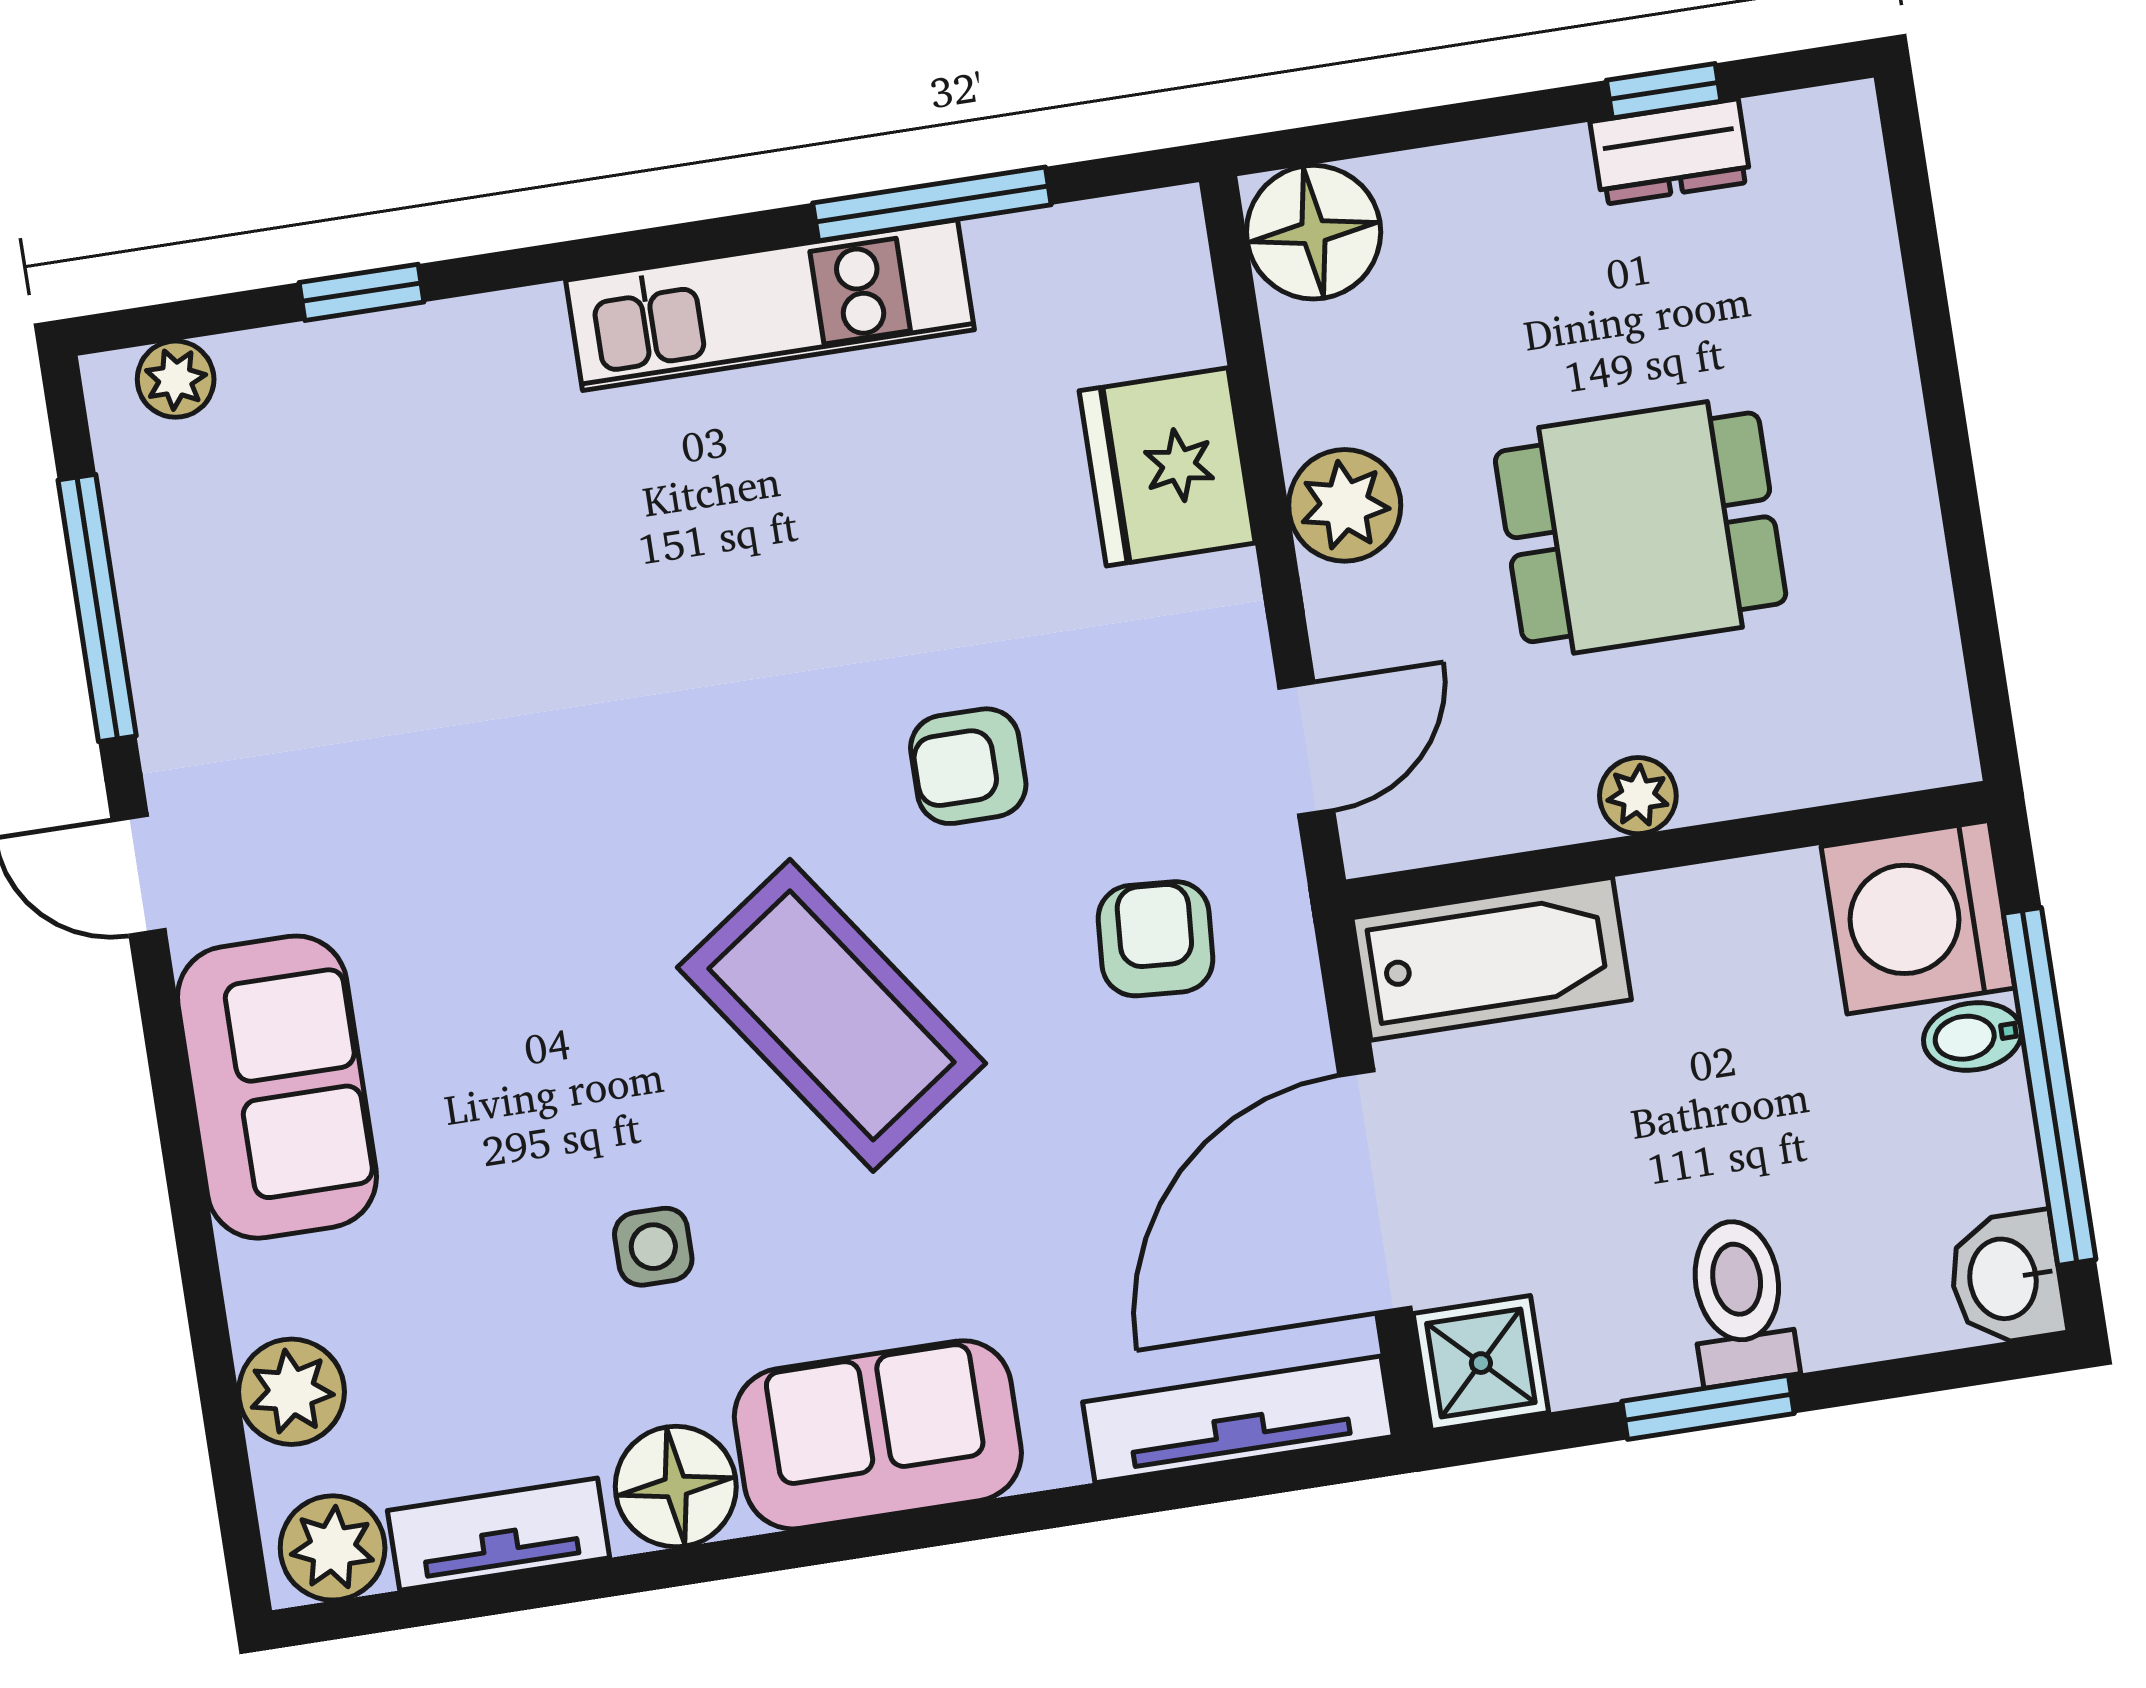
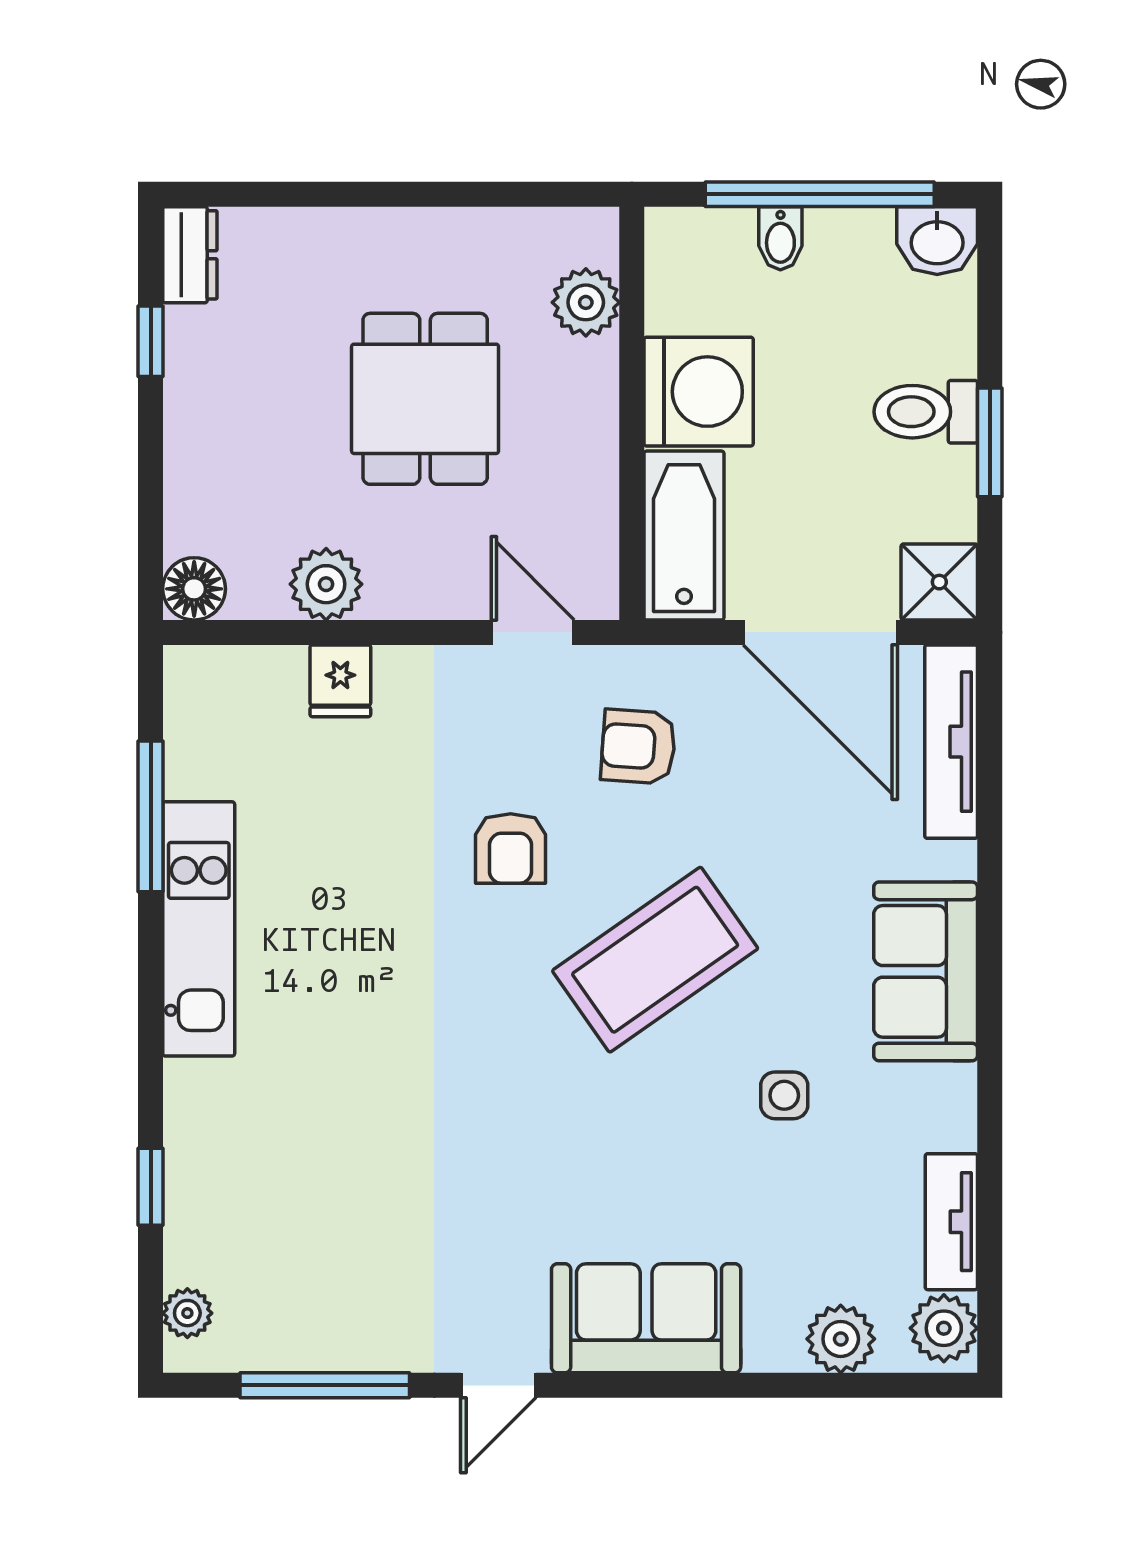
dresser: (1670, 152) -> (190, 255), moved
floor lamp: (1314, 232) -> (194, 589), width x0.73, depth x0.73
fridge: (1167, 467) -> (340, 681), width x0.53, depth x0.75
plant: (1345, 505) -> (326, 584), moved
plant: (1638, 796) -> (586, 302), moved, width x1.38, depth x1.38
washing machine: (1918, 917) -> (699, 392), moved, turned -90
floor lamp: (676, 1487) -> (939, 1105), removed

